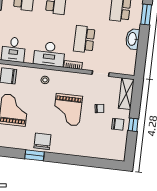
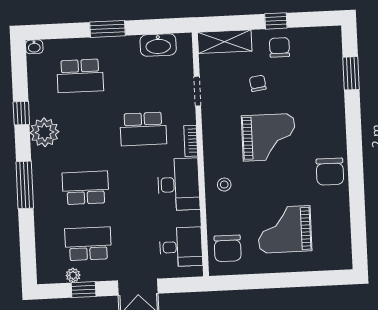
window: (146, 14) -> (107, 29), moved
washbasin: (133, 39) -> (158, 45), moved
chair: (42, 141) -> (330, 172), turned -90
window: (35, 155) -> (351, 73), moved

